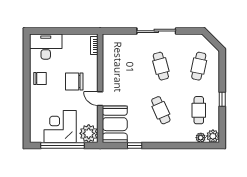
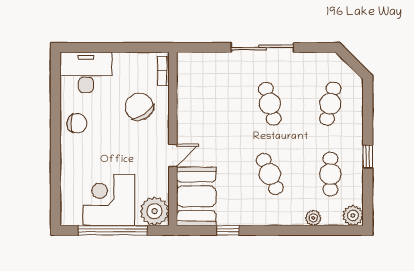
chair: (74, 82) -> (139, 107), moved, turned 55
door: (100, 99) -> (173, 155), swing flipped
plant: (201, 138) -> (313, 218), moved

